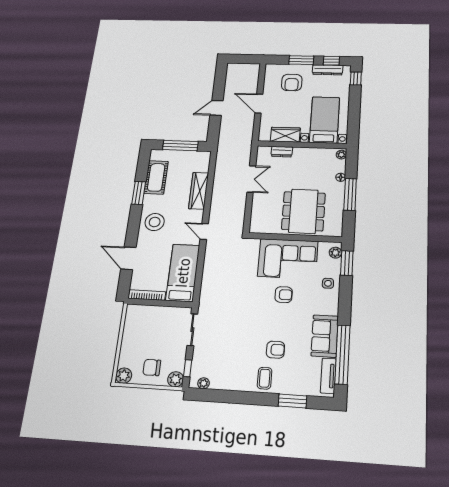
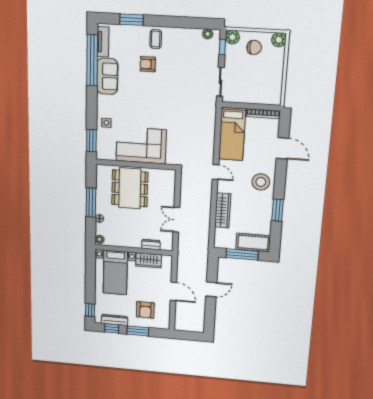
armchair: (292, 82) -> (145, 310), turned 180
cot: (156, 177) -> (253, 243), moved, turned 90
plant: (335, 253) -> (101, 150), removed
armchair: (284, 295) -> (143, 113), removed

